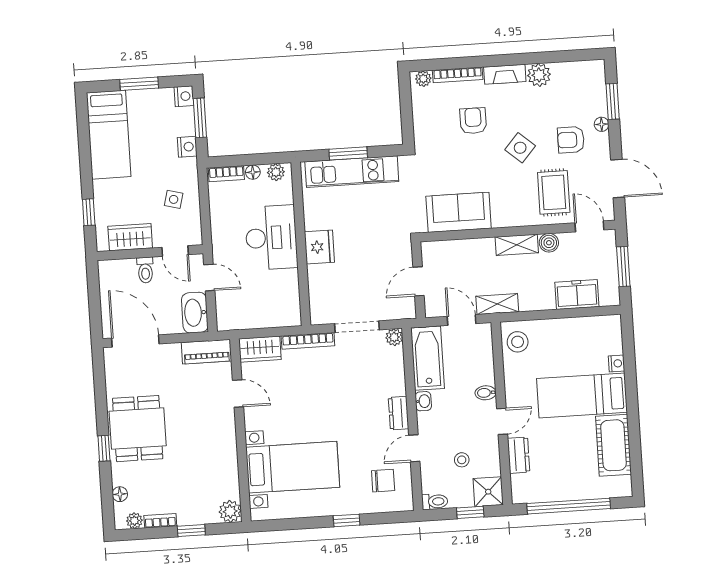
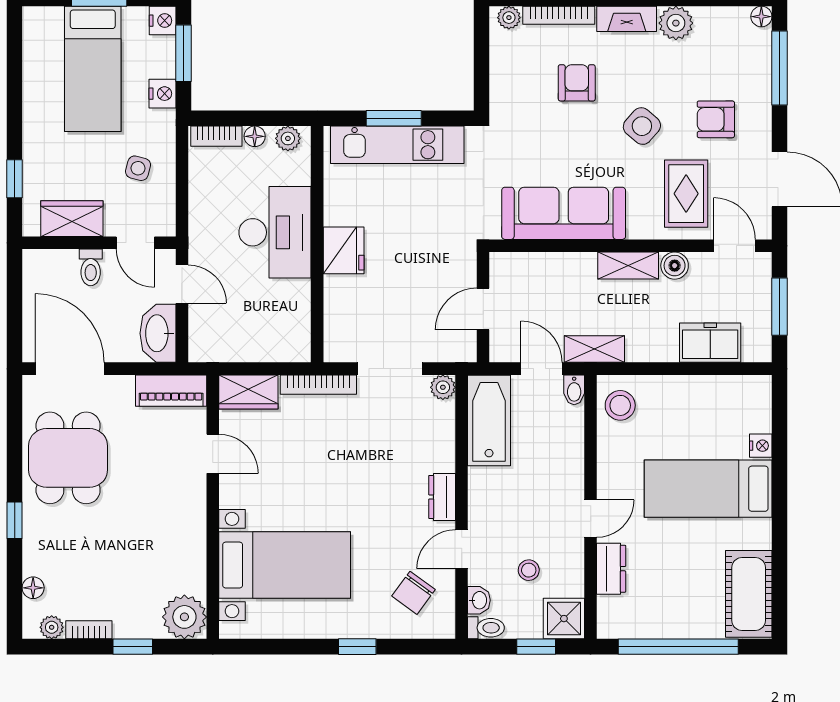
window: (613, 101) -> (779, 68), width x1.44
floor lamp: (602, 124) -> (761, 17), moved
bed: (109, 135) -> (93, 69), moved
sofa: (459, 212) -> (564, 213), width x1.36
bidet: (486, 393) -> (574, 390), moved, turned -90
washbasin: (423, 401) -> (479, 600), moved
dining table: (138, 429) -> (68, 458), moved
cot: (613, 445) -> (749, 594), moved
chair: (383, 481) -> (413, 593), turned 126
plant: (230, 511) -> (184, 617), width x1.36, depth x1.36

